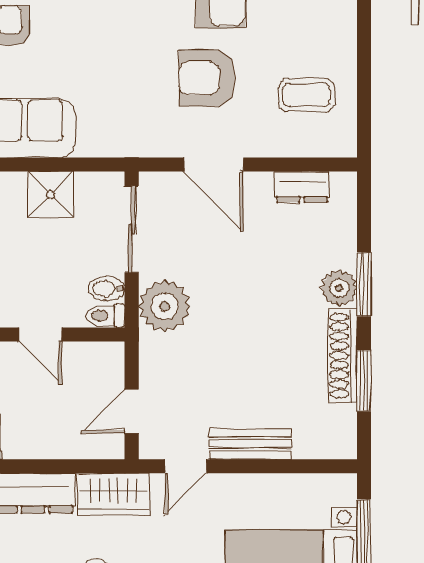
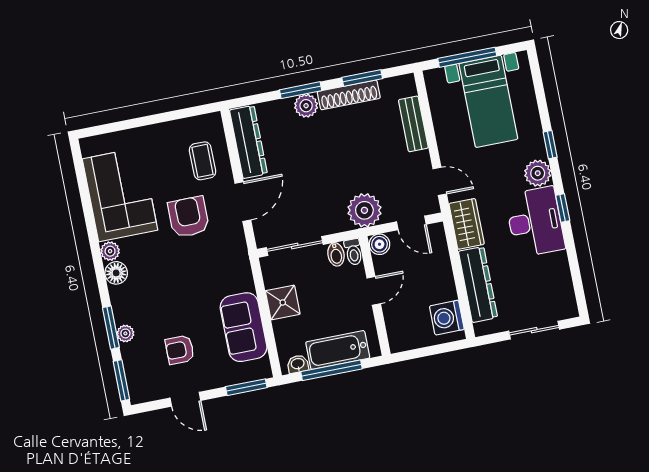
armchair: (207, 78) -> (188, 217), turned 180
coffee table: (307, 95) -> (203, 161), moved
dresser: (302, 187) -> (248, 142), width x1.96, depth x1.24
plant: (164, 306) -> (364, 210), moved
boiler: (109, 357) -> (379, 244), added
bench: (250, 444) -> (413, 124), moved

